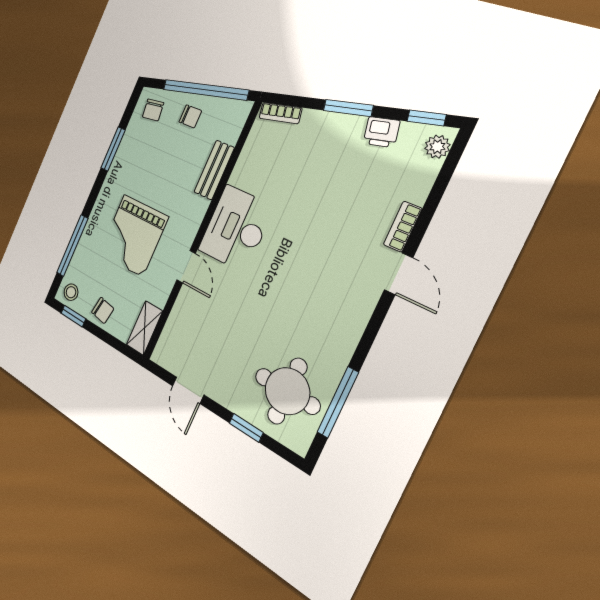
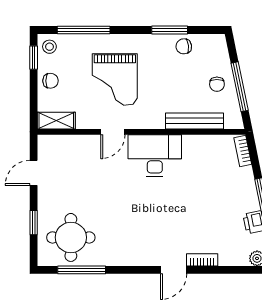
window: (205, 90) -> (240, 87), width x0.68
chair: (153, 110) -> (184, 46), moved
bench: (214, 170) -> (195, 121), width x1.36
grand piano: (133, 236) -> (115, 79), turned -90
chair: (103, 310) -> (51, 81), turned -100

